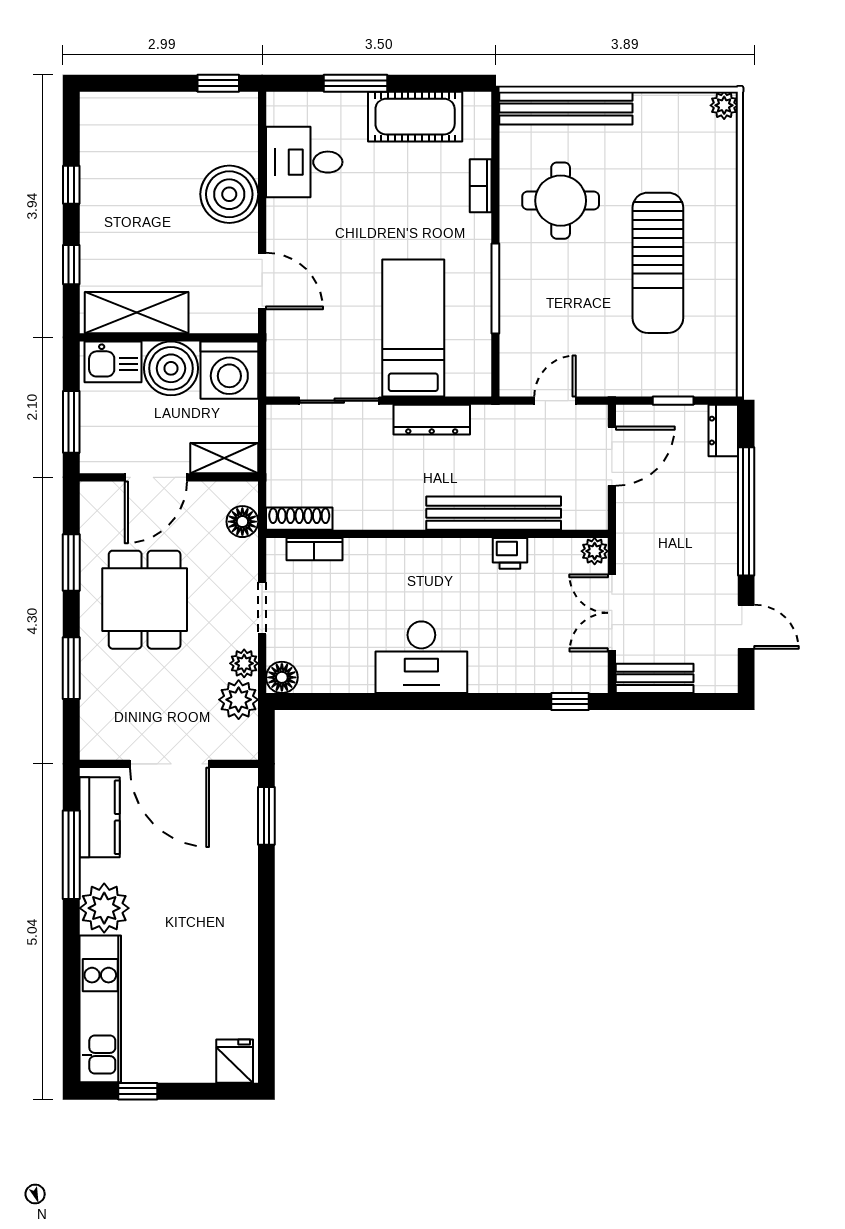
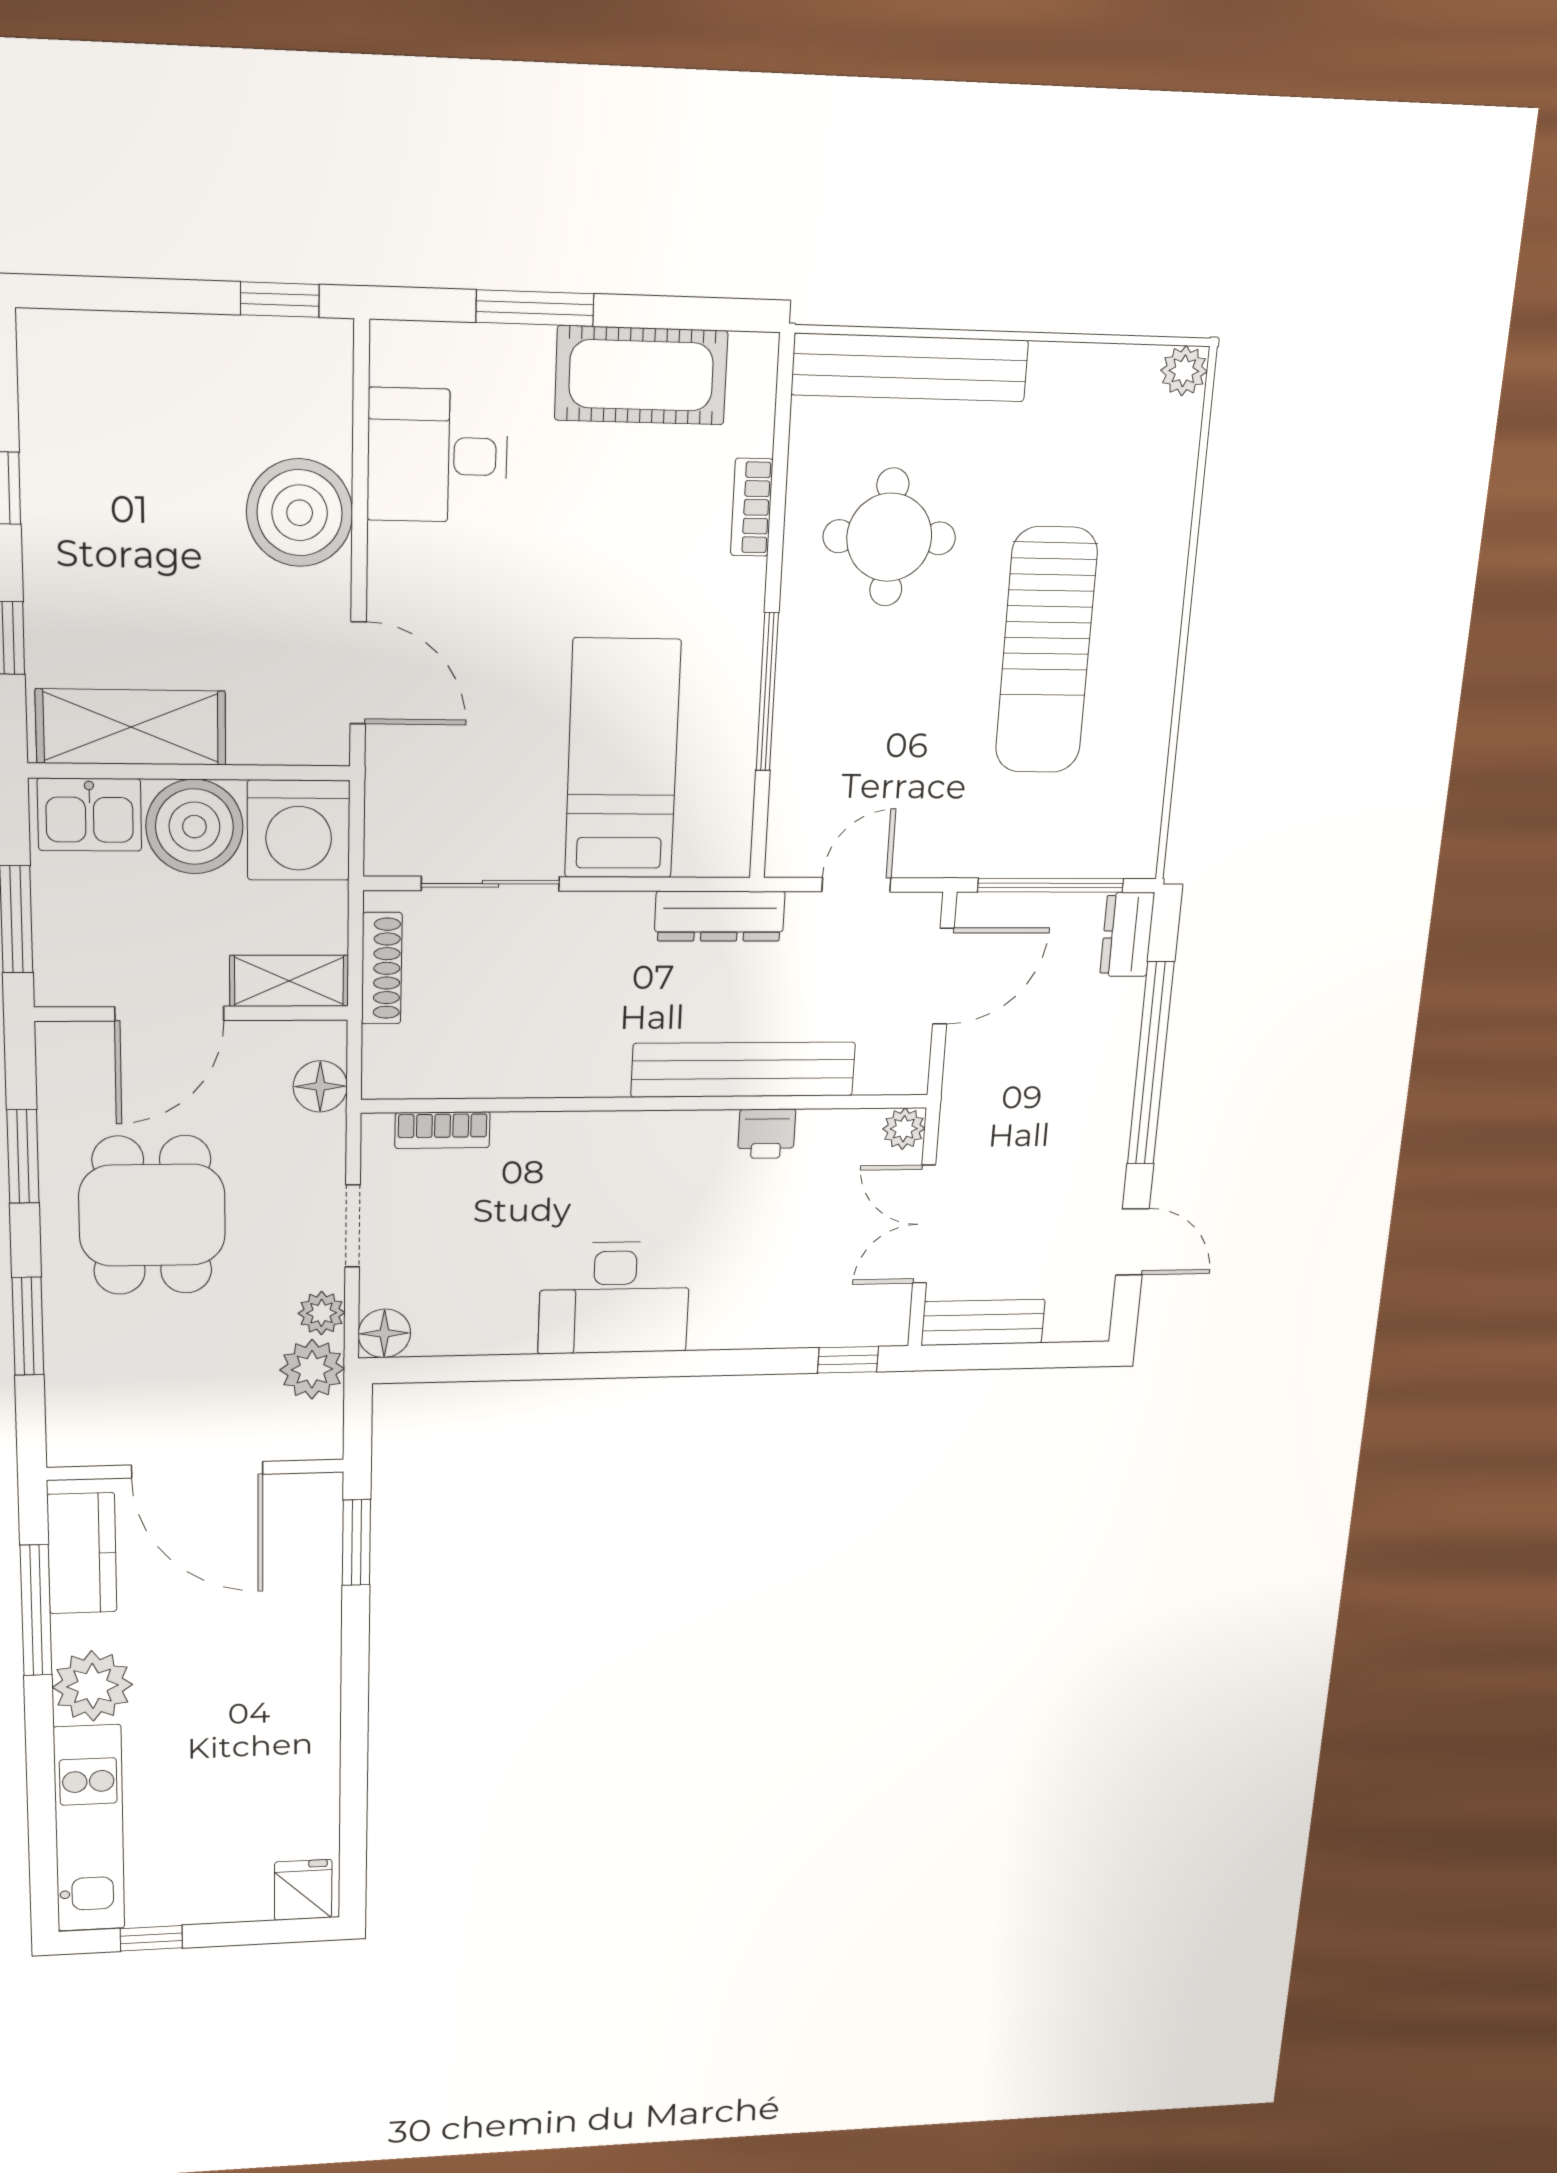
window: (673, 401) -> (1051, 885), width x2.17
dresser: (432, 420) -> (720, 916), moved
shoe rack: (299, 519) -> (382, 968), moved, turned 90

